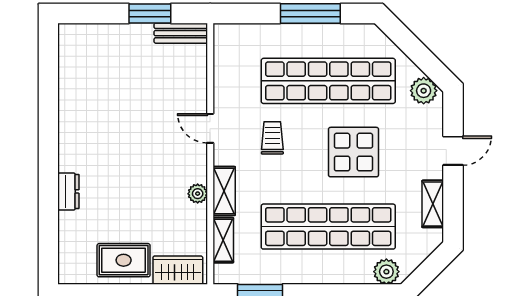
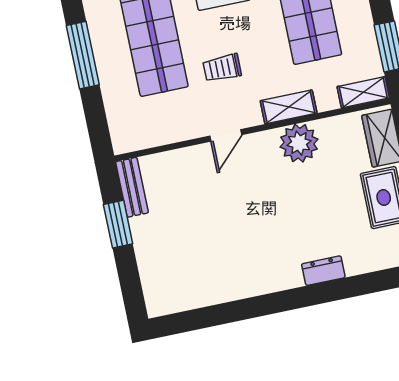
plant: (198, 194) -> (299, 143), width x1.87, depth x1.87
shelving: (223, 240) -> (363, 92), moved

